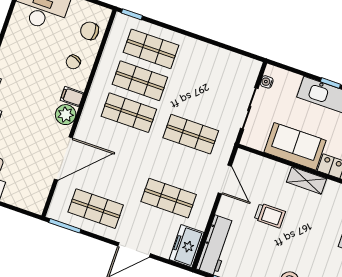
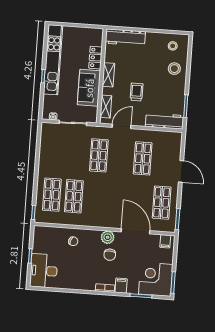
chair: (90, 31) -> (110, 255), moved
filing cabinet: (72, 97) -> (165, 241), moved
shop shelf: (129, 113) -> (96, 198), removed
shelving: (260, 164) -> (106, 107), added
freezer: (187, 246) -> (170, 139), removed

